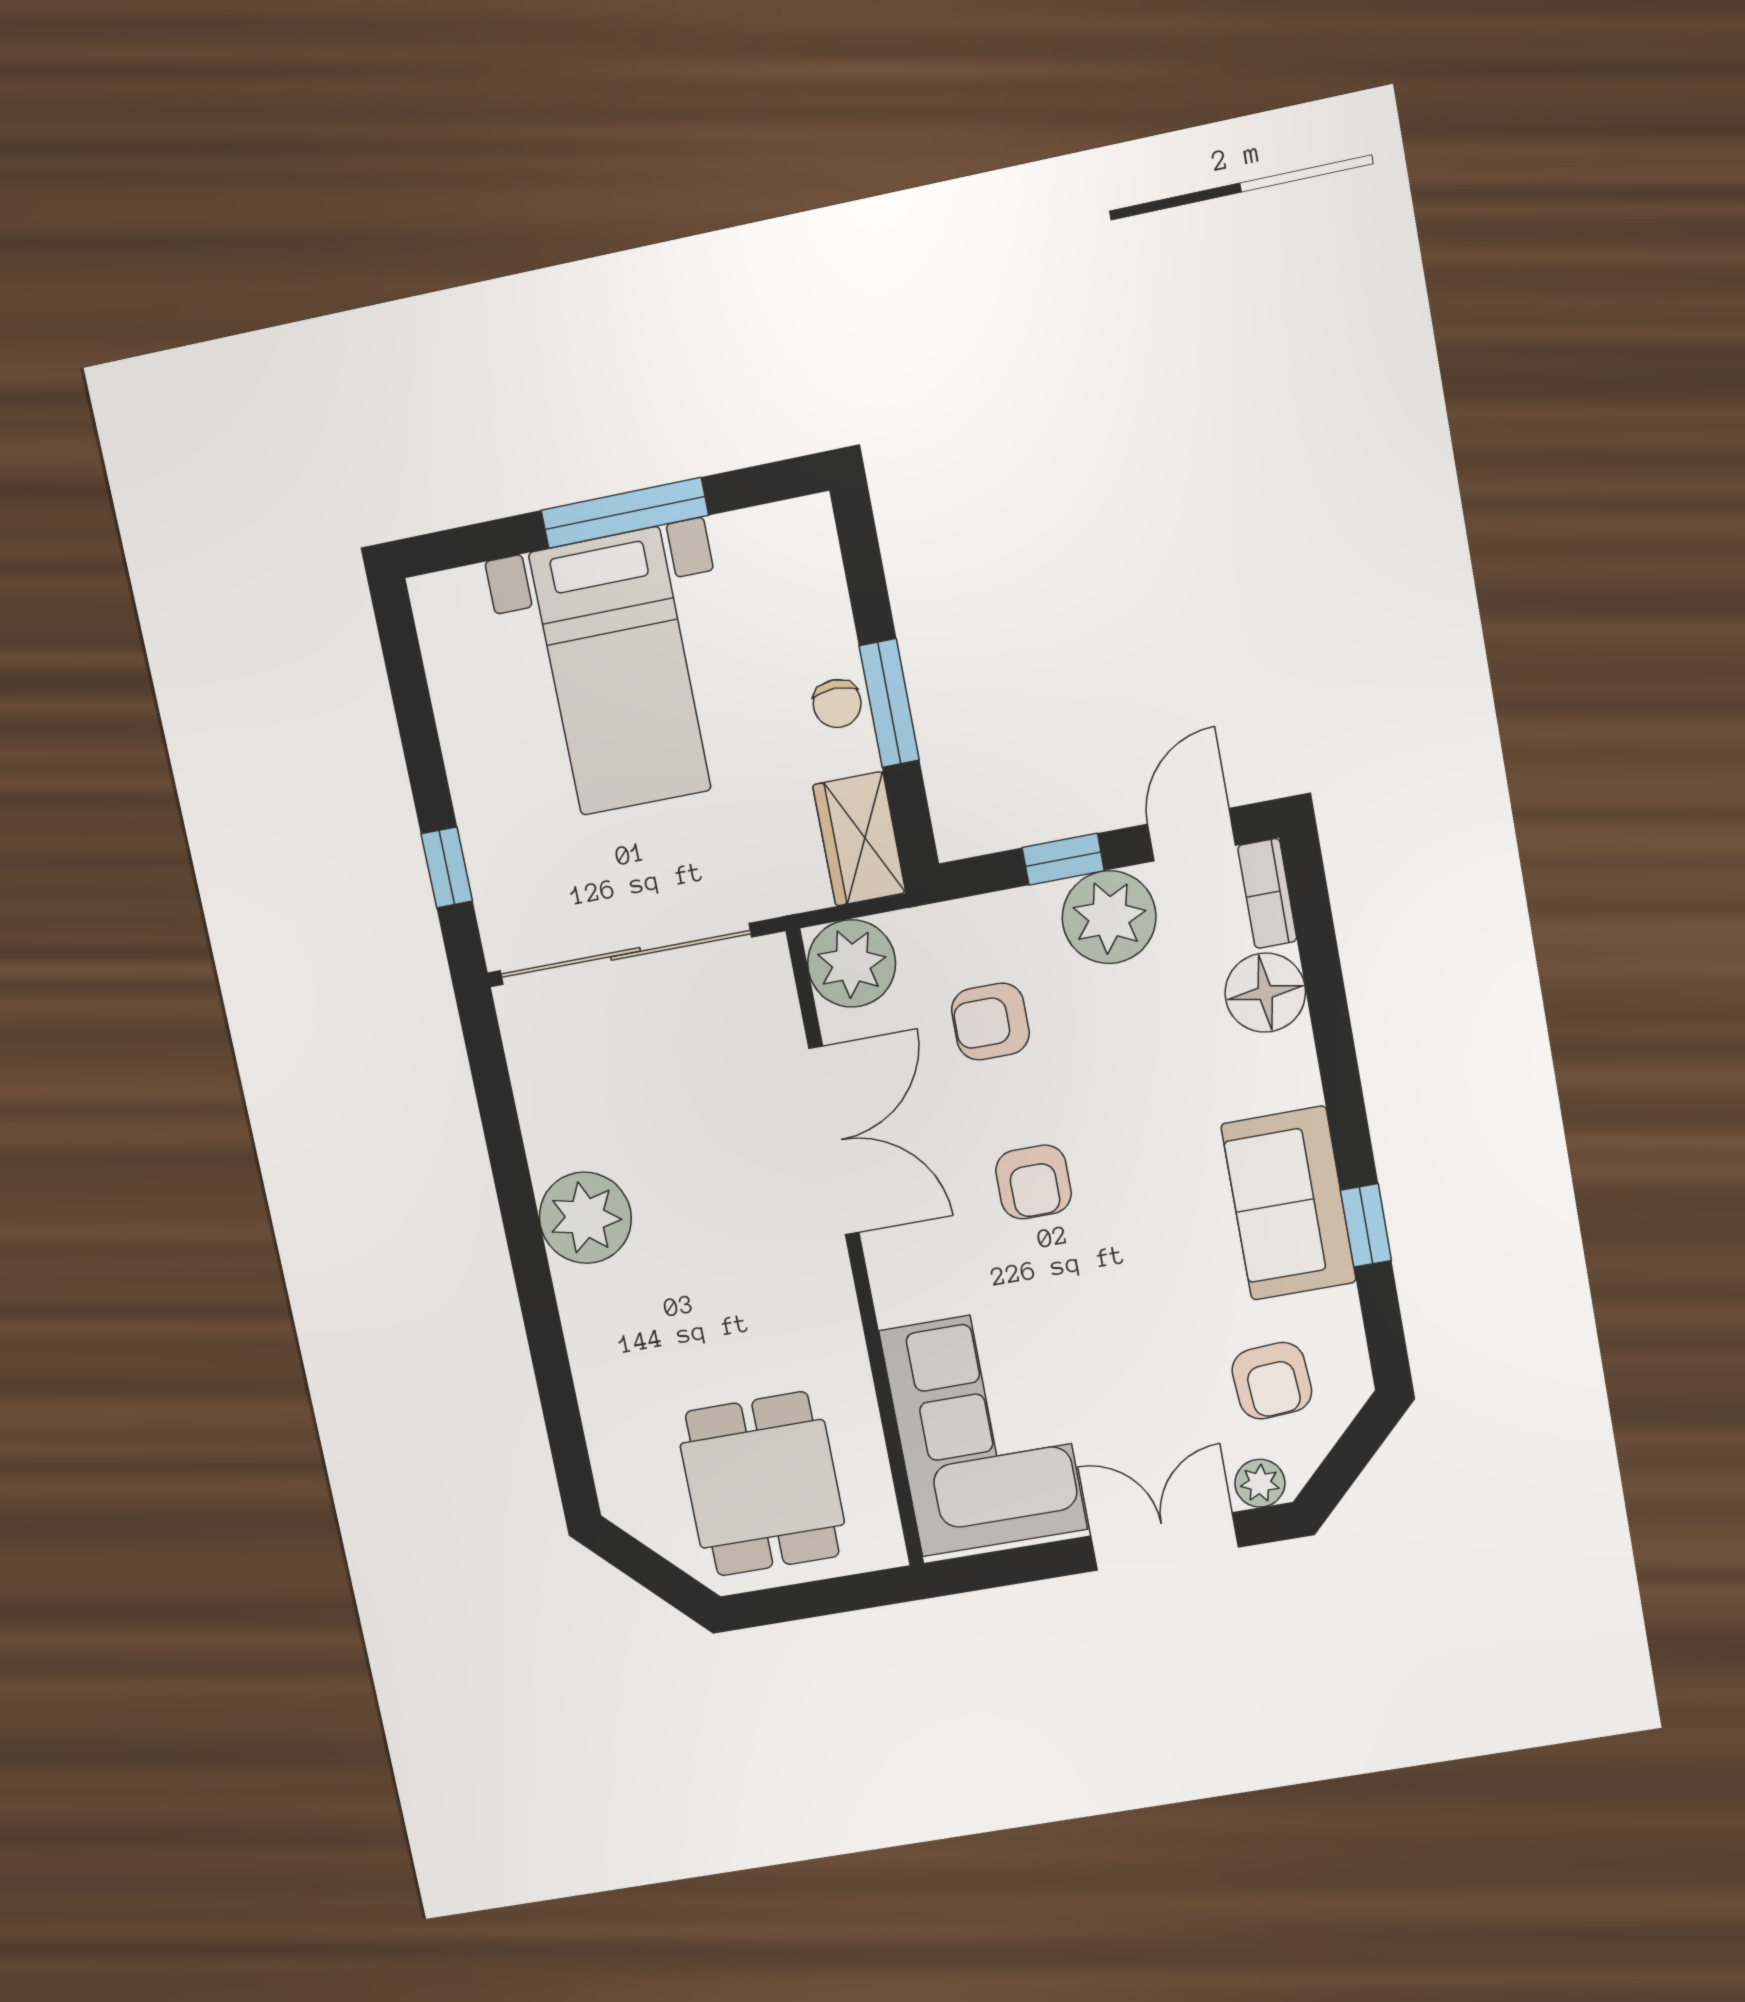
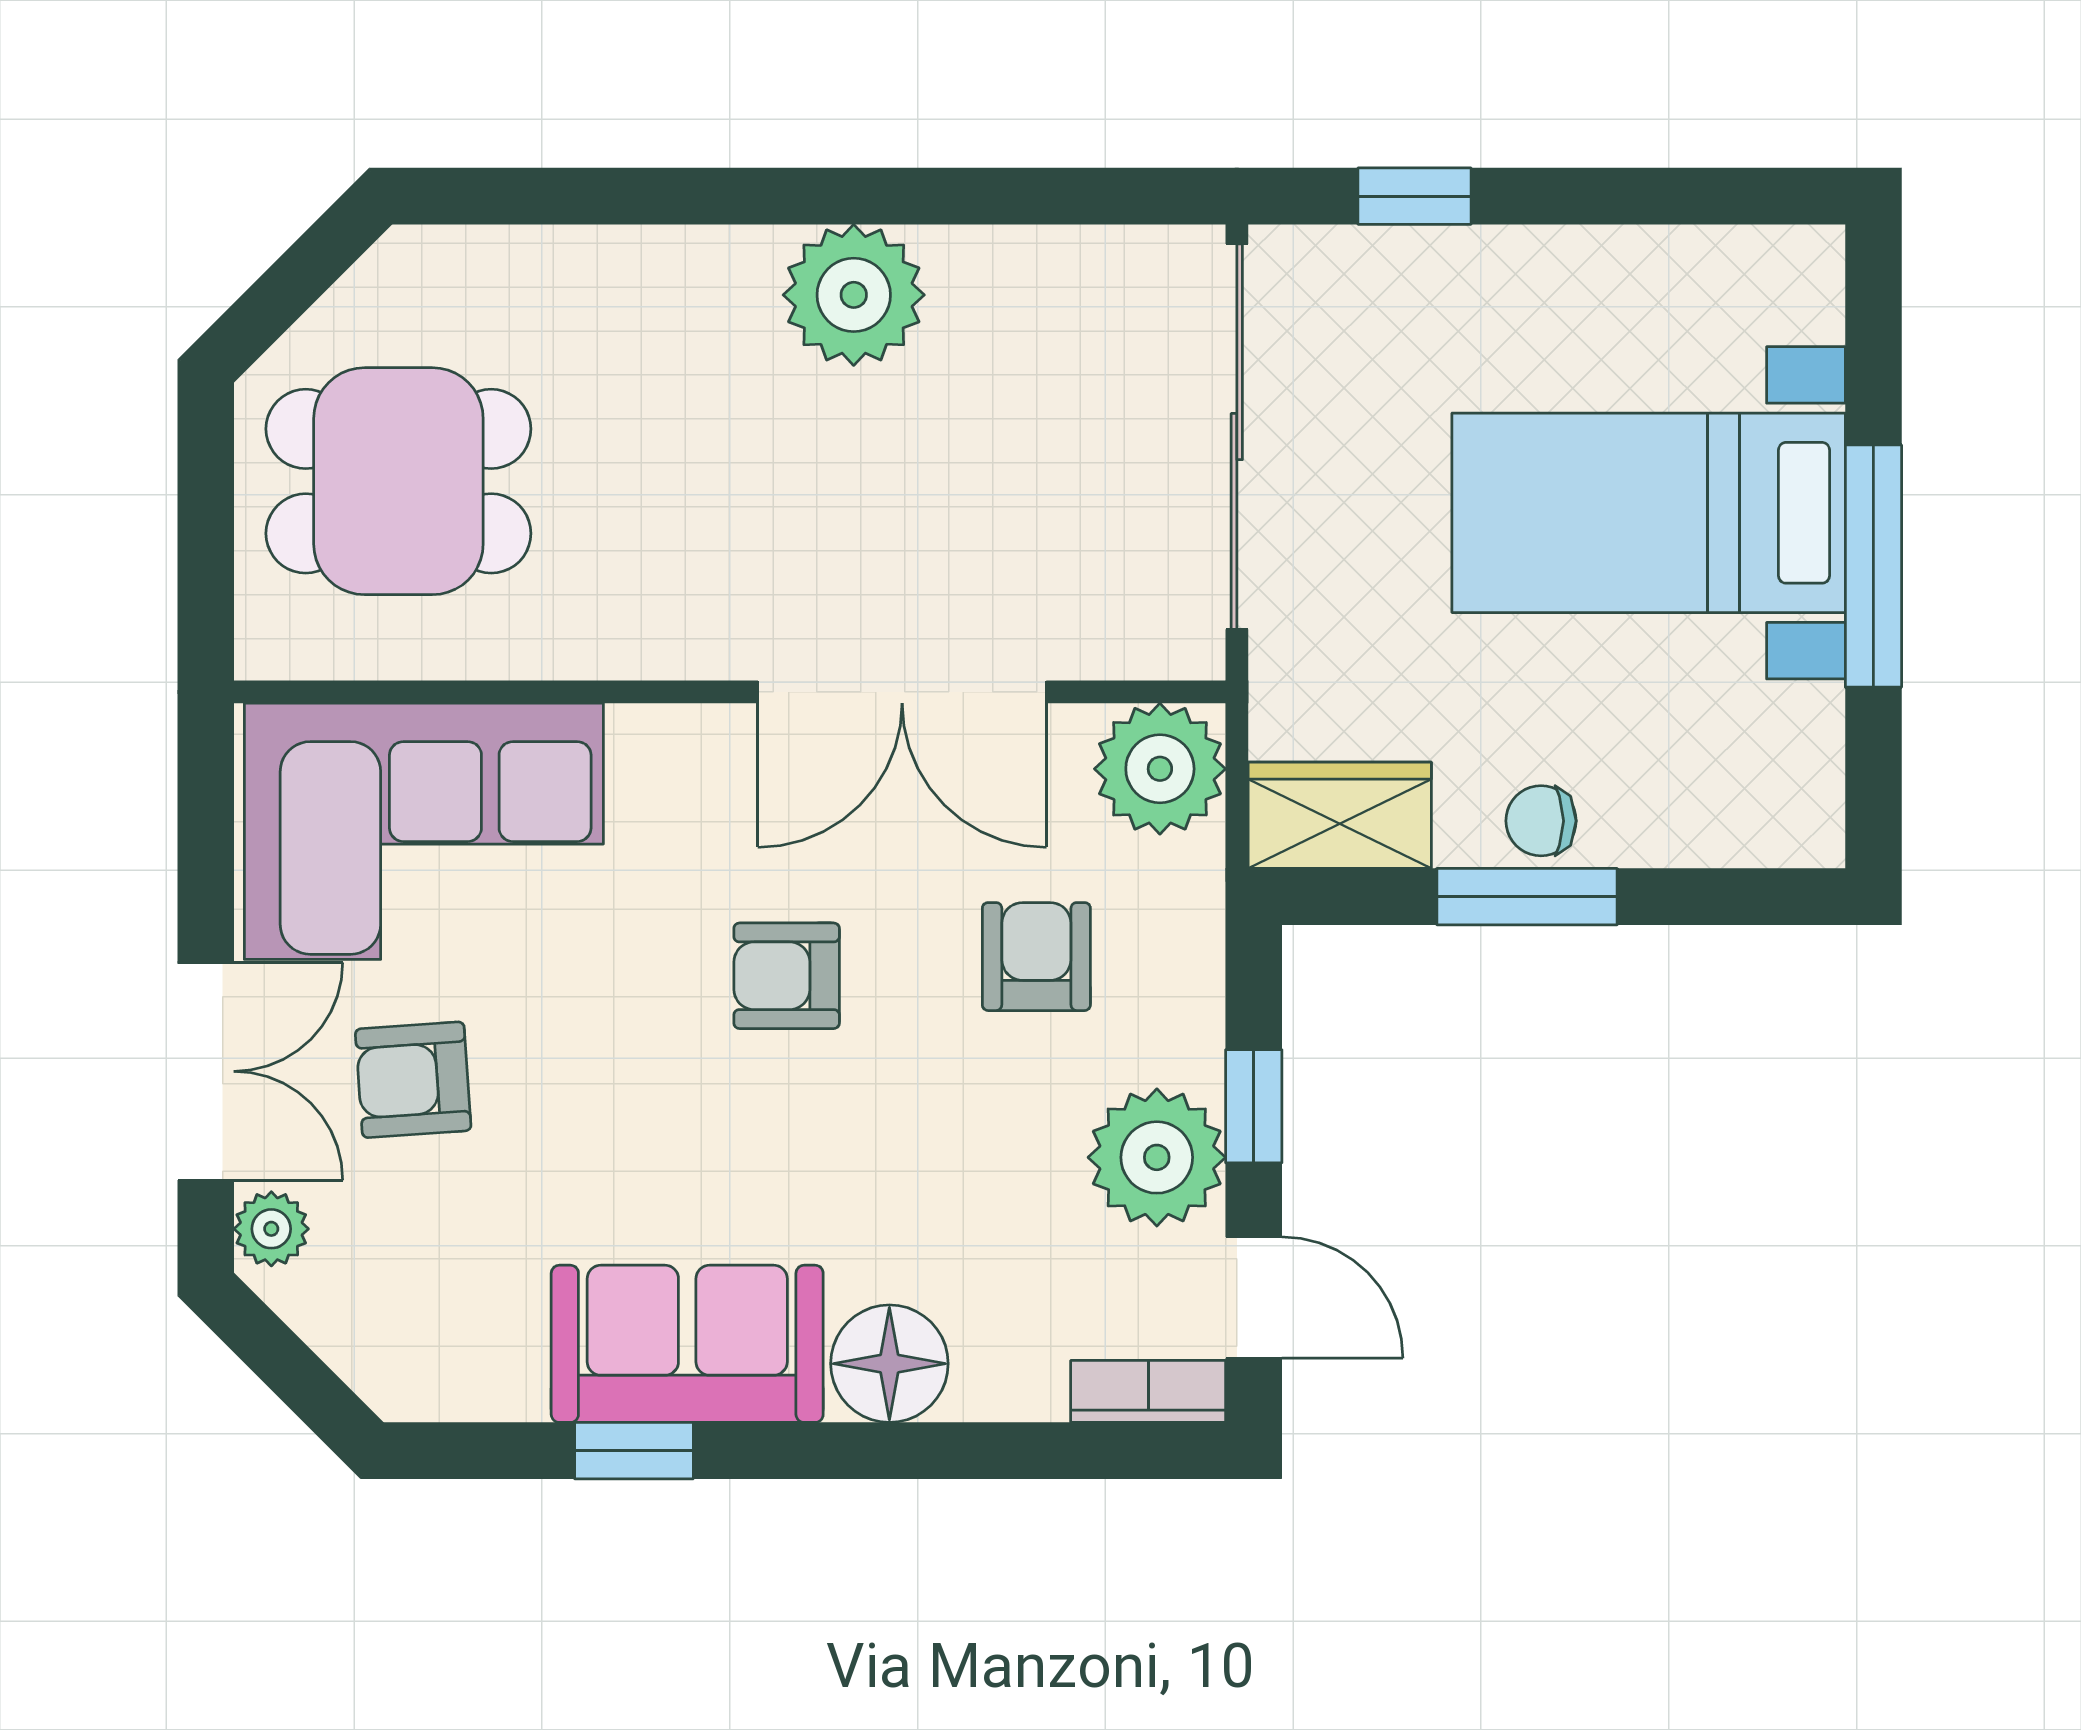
floor lamp: (1265, 993) -> (889, 1364), moved
armchair: (1272, 1381) -> (413, 1080), moved

